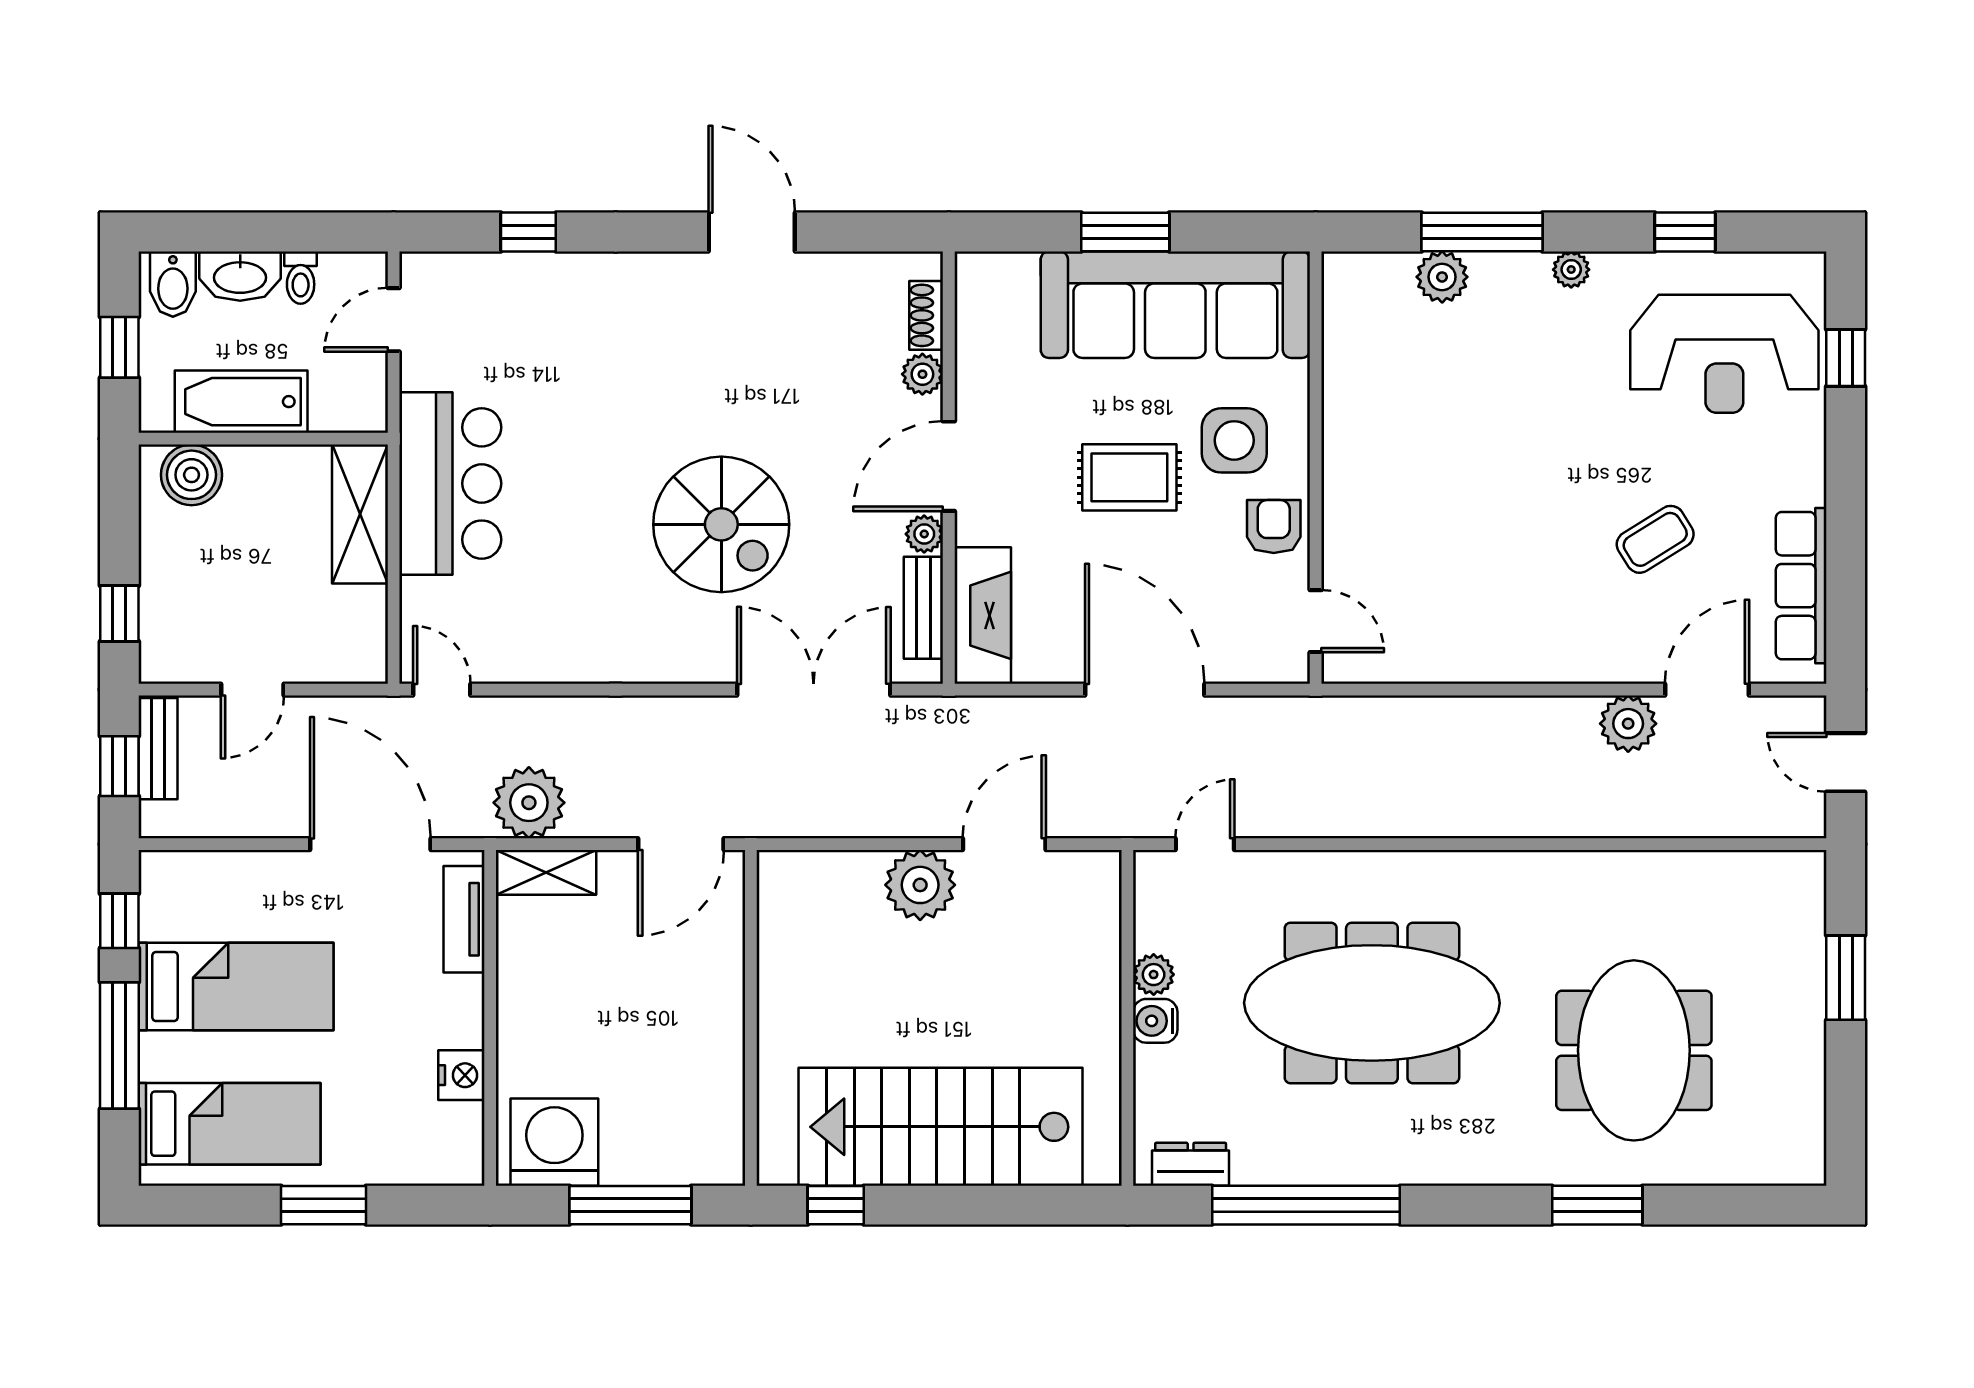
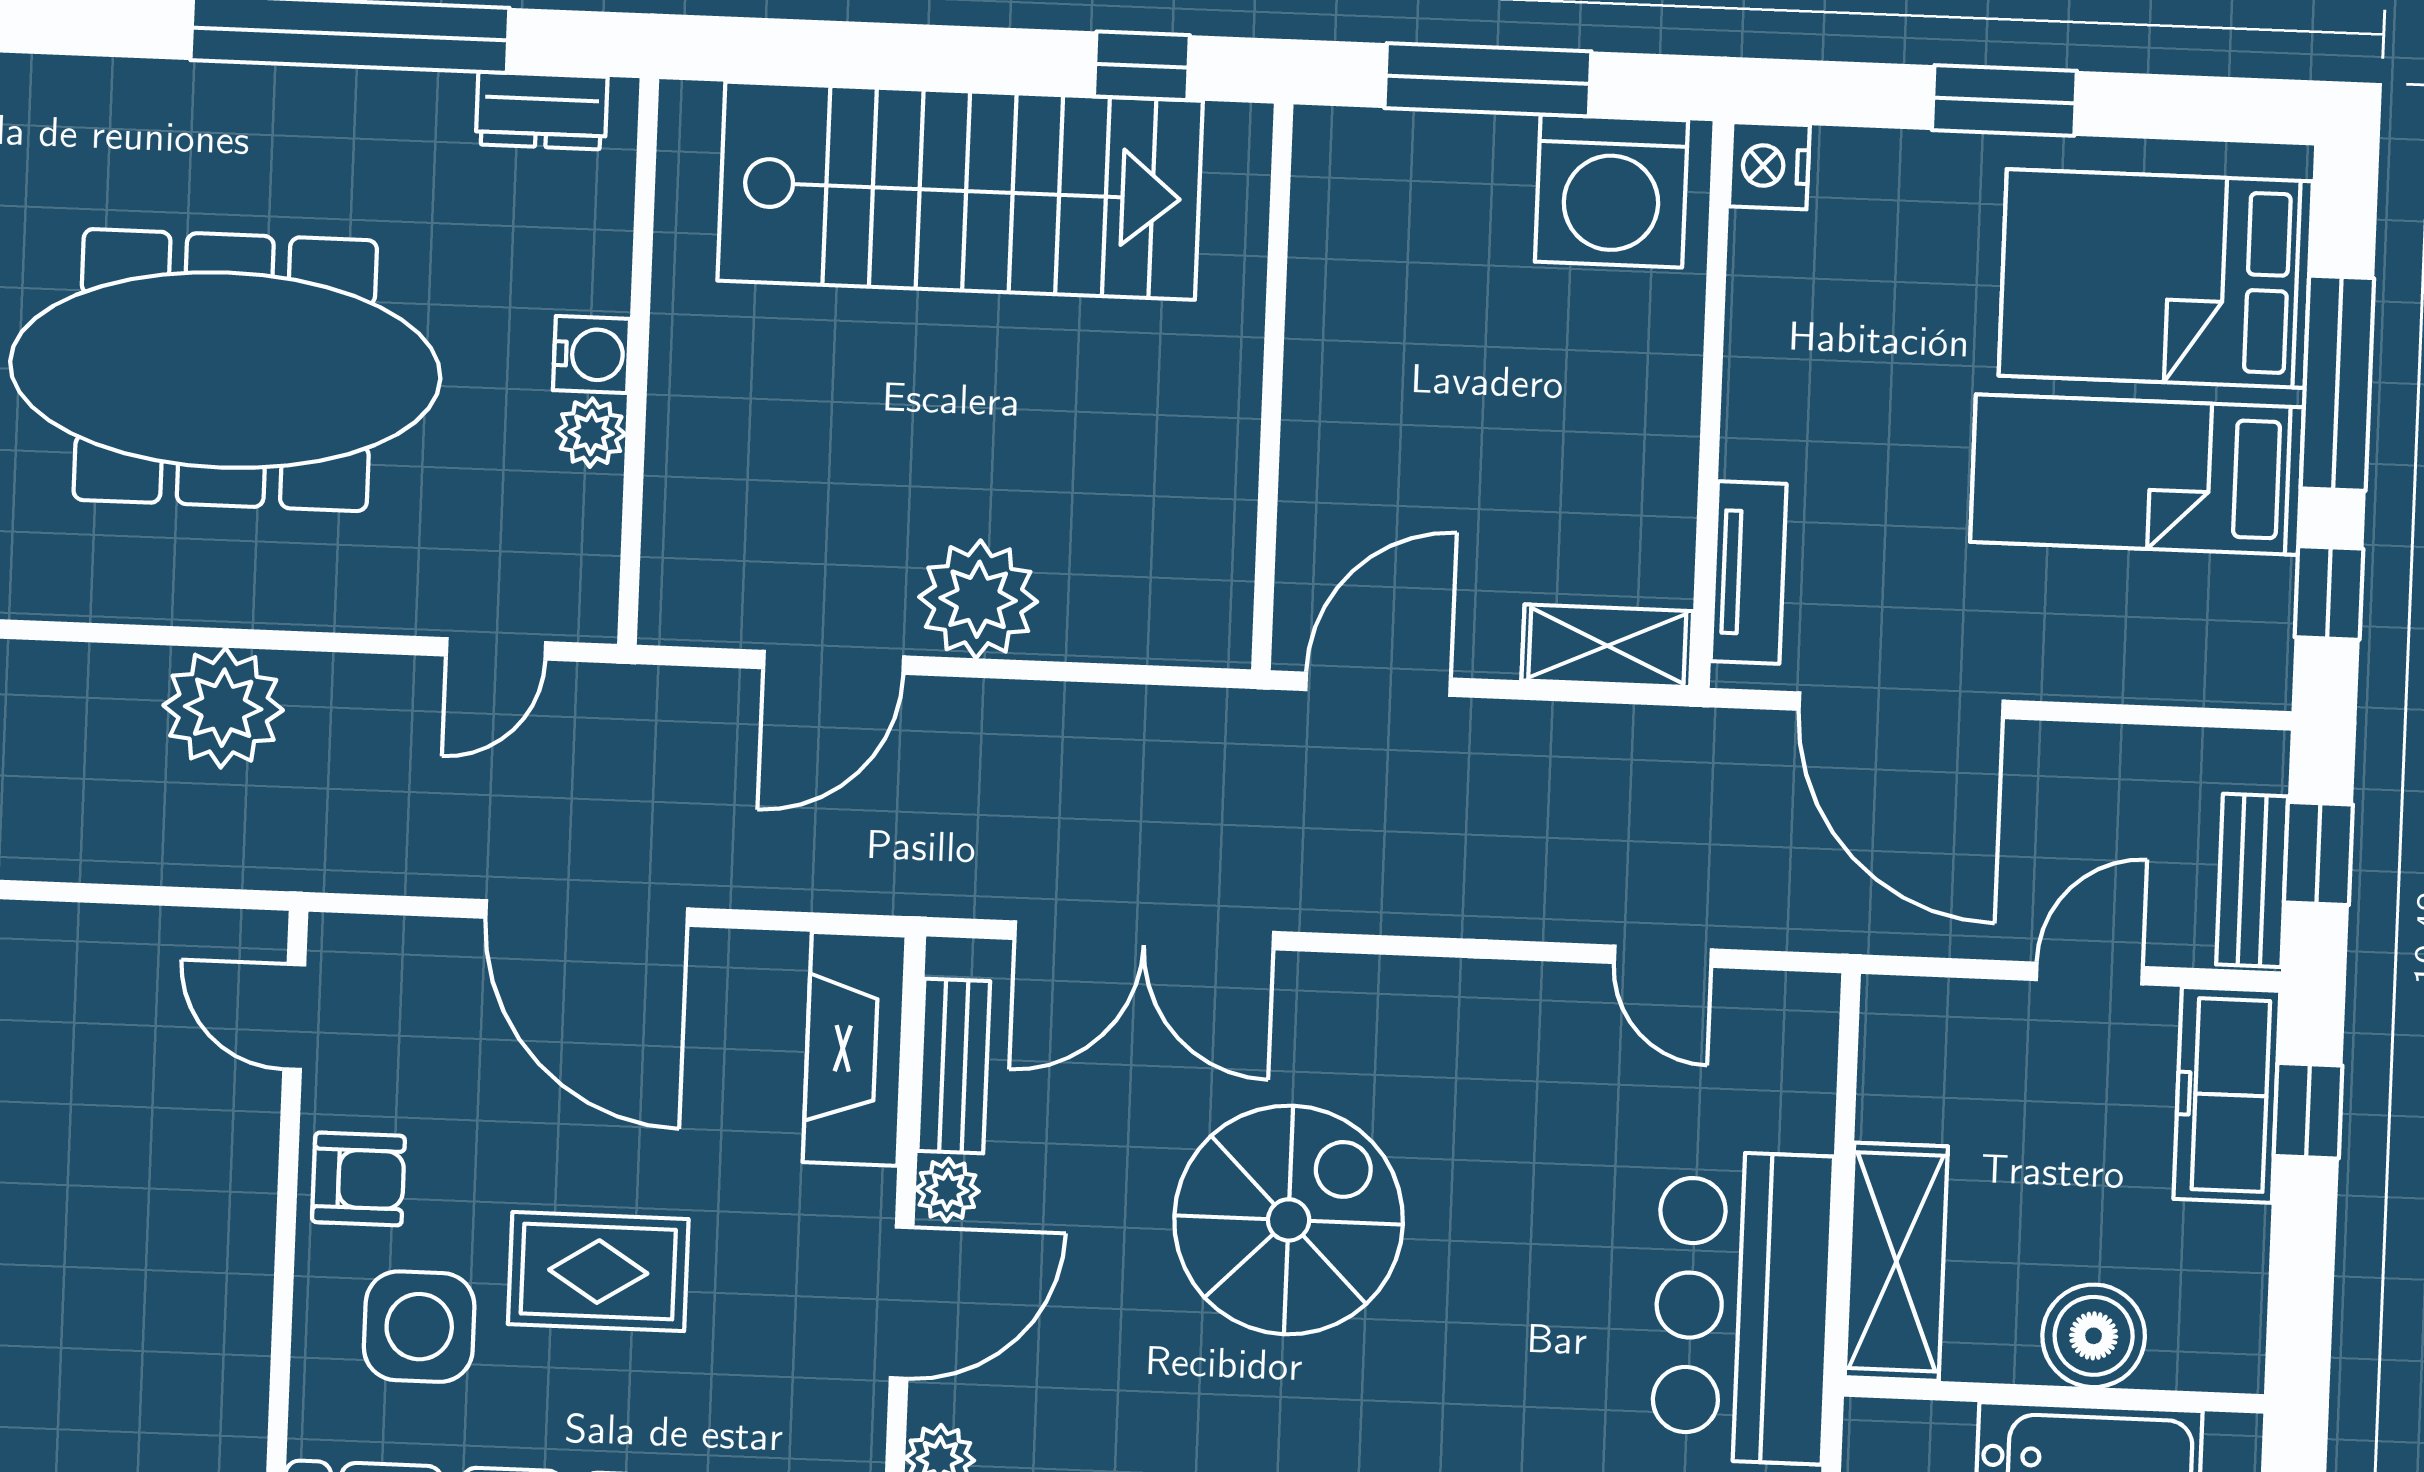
boiler: (192, 475) -> (2094, 1336), moved
spiral stairs: (721, 524) -> (1289, 1220), turned 90
armchair: (1274, 527) -> (358, 1179), turned -90
freezer: (168, 621) -> (2227, 1095), added
door: (442, 690) -> (1663, 956), moved
plant: (529, 803) -> (223, 708), moved
nightstand: (461, 1075) -> (1769, 166), moved
bed: (230, 1124) -> (2156, 278), width x1.50

